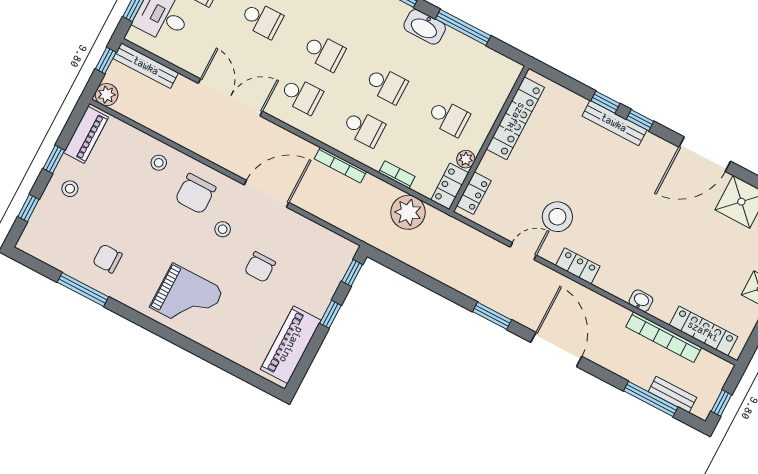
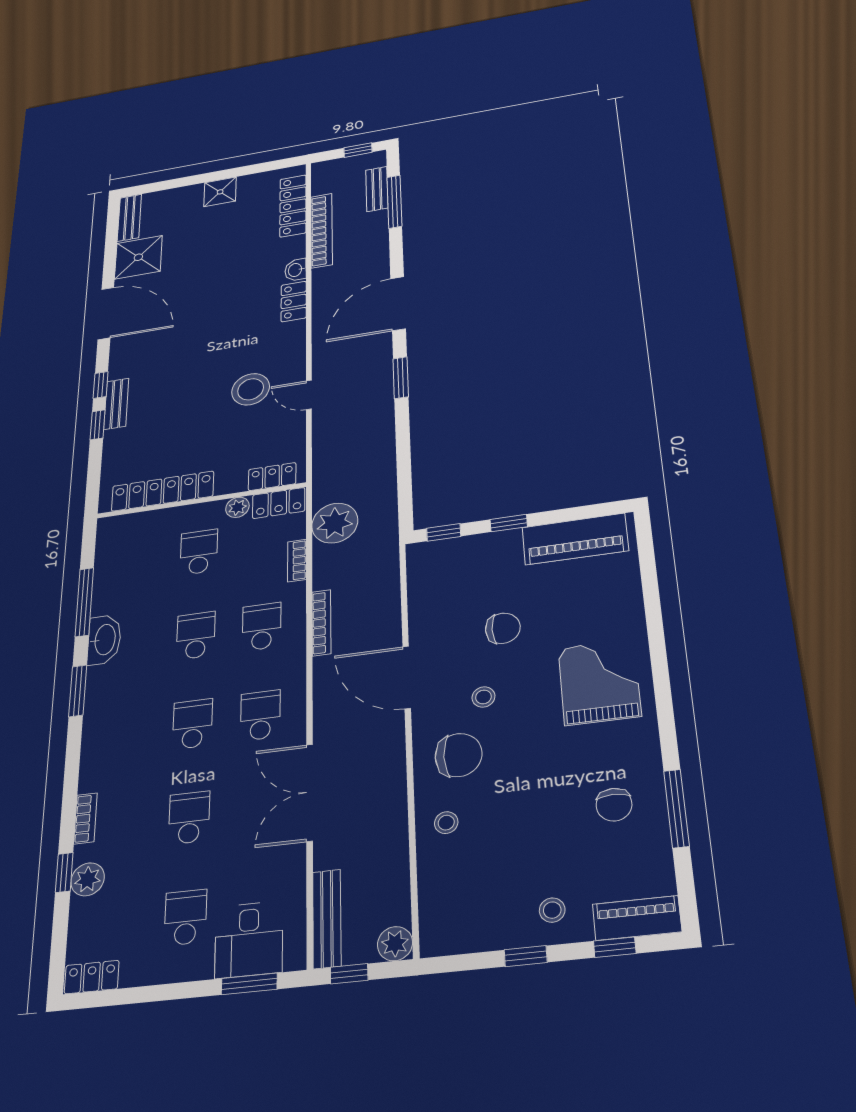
bench: (614, 123) -> (116, 404), width x0.73
piano: (86, 135) -> (637, 918), moved
locker: (578, 266) -> (294, 301), moved

